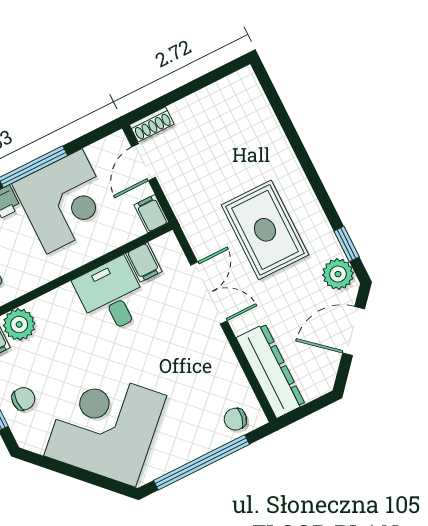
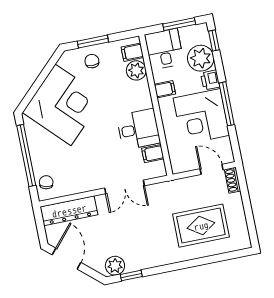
filing cabinet: (151, 214) -> (165, 89), moved
rug: (265, 230) -> (201, 226), moved
door: (354, 331) -> (67, 259), moved
chair: (23, 399) -> (92, 61), turned 180

